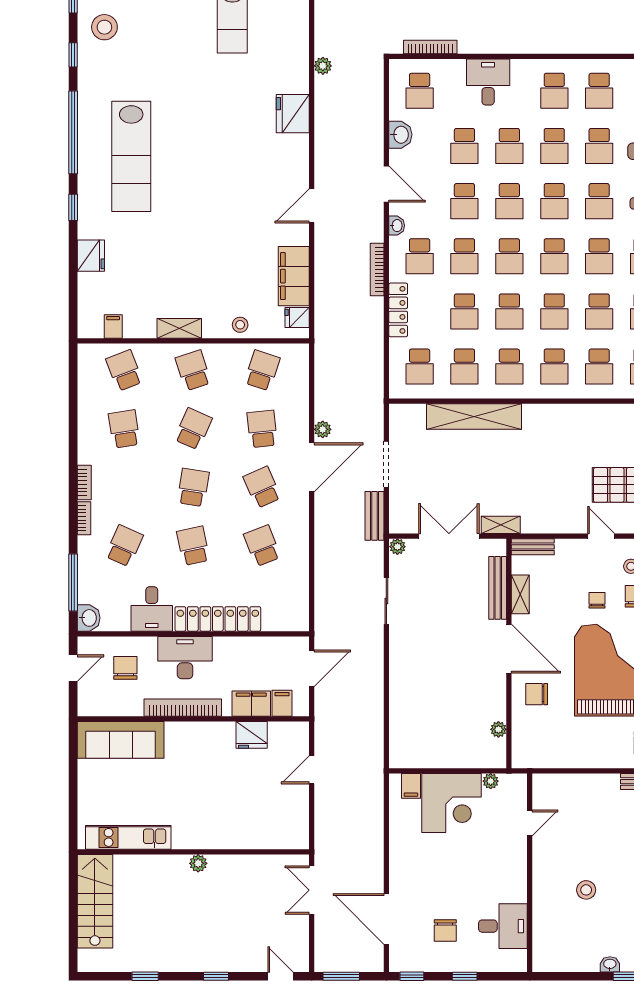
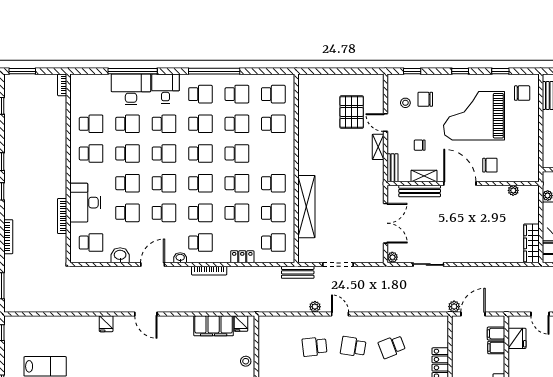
bookcase: (430, 47) -> (62, 216), moved
plant: (323, 66) -> (454, 307), moved
desk: (488, 82) -> (85, 203), width x1.37
fridge: (293, 114) -> (106, 324), width x0.53, depth x0.75
door: (312, 206) -> (146, 314), moved
locker: (398, 310) -> (242, 257), width x0.66
school desk: (554, 367) -> (273, 154), removed
school desk: (262, 370) -> (276, 347), removed
door: (312, 467) -> (340, 314), width x0.53
school desk: (262, 487) -> (353, 347), turned 33
bench: (375, 516) -> (298, 272), moved
shelving: (501, 525) -> (378, 147), moved
double door: (449, 536) -> (385, 223), swing flipped
door: (601, 536) -> (385, 123), hinge flipped
chair: (597, 600) -> (420, 145), moved
door: (509, 649) -> (460, 183), hinge flipped
door: (312, 668) -> (473, 314), hinge flipped
chair: (537, 694) -> (490, 165), turned -90
filing cabinet: (251, 704) -> (496, 347), width x0.50
fridge: (252, 735) -> (517, 338), moved
wardrobe: (418, 757) -> (531, 243), added

